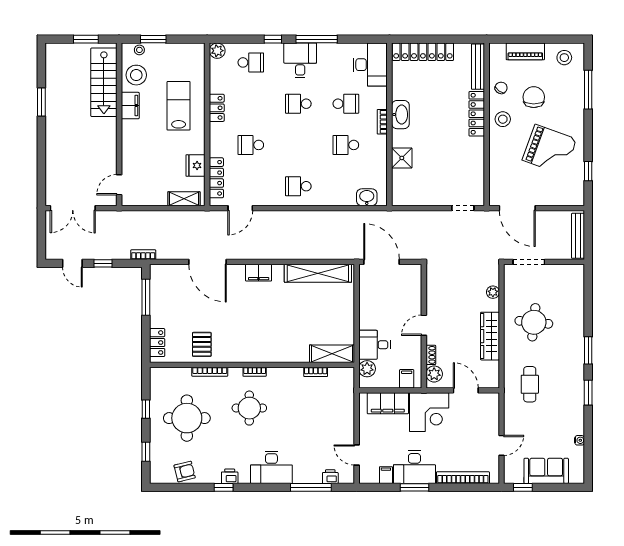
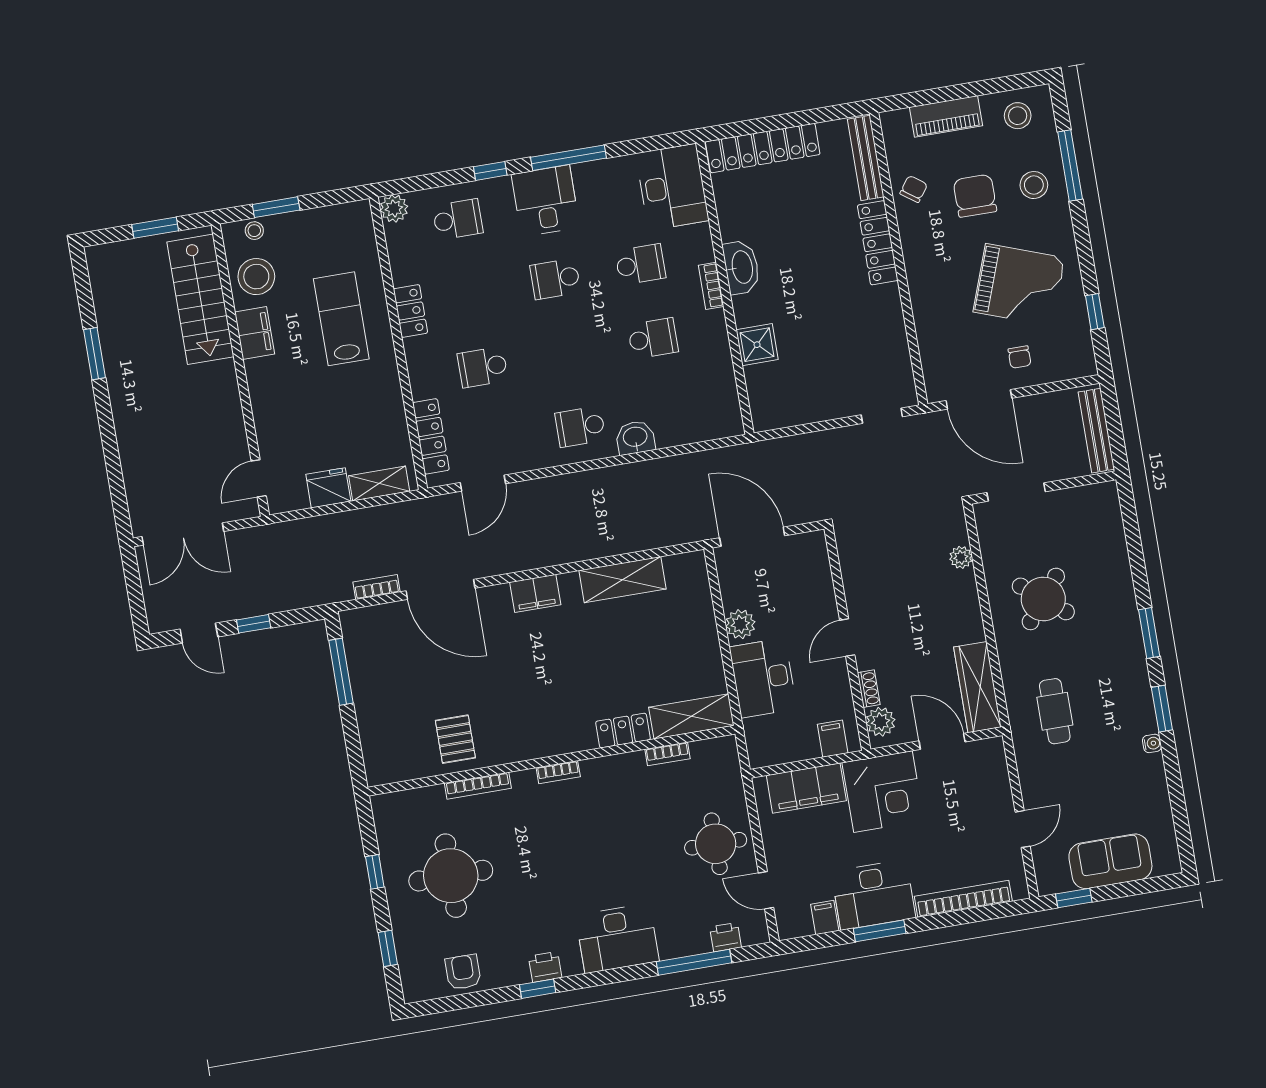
stool: (503, 119) -> (1034, 185), moved
school desk: (346, 145) -> (653, 338), turned 180
fridge: (195, 165) -> (328, 488), moved, turned 90
chair: (543, 189) -> (1020, 357), added
washbasin: (367, 197) -> (635, 438), moved
bookcase: (143, 255) -> (376, 587), moved
shelving: (318, 273) -> (623, 580), width x0.68
round table: (534, 322) -> (1043, 599), turned 33
wardrobe: (490, 336) -> (977, 687), moved
locker: (157, 343) -> (623, 731), moved, turned -90
desk: (375, 345) -> (763, 678), width x1.37
plant: (367, 369) -> (740, 624), moved
round table: (249, 408) -> (716, 844), moved
water cooler: (580, 440) -> (1152, 743), moved
armchair: (185, 472) -> (463, 972), turned -76

